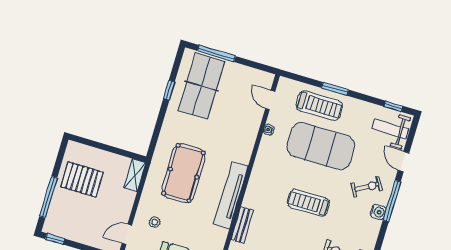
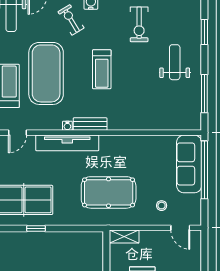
water cooler: (269, 130) -> (67, 126), moved
tv unit: (231, 195) -> (67, 143), moved
bench: (242, 225) -> (90, 124), moved

